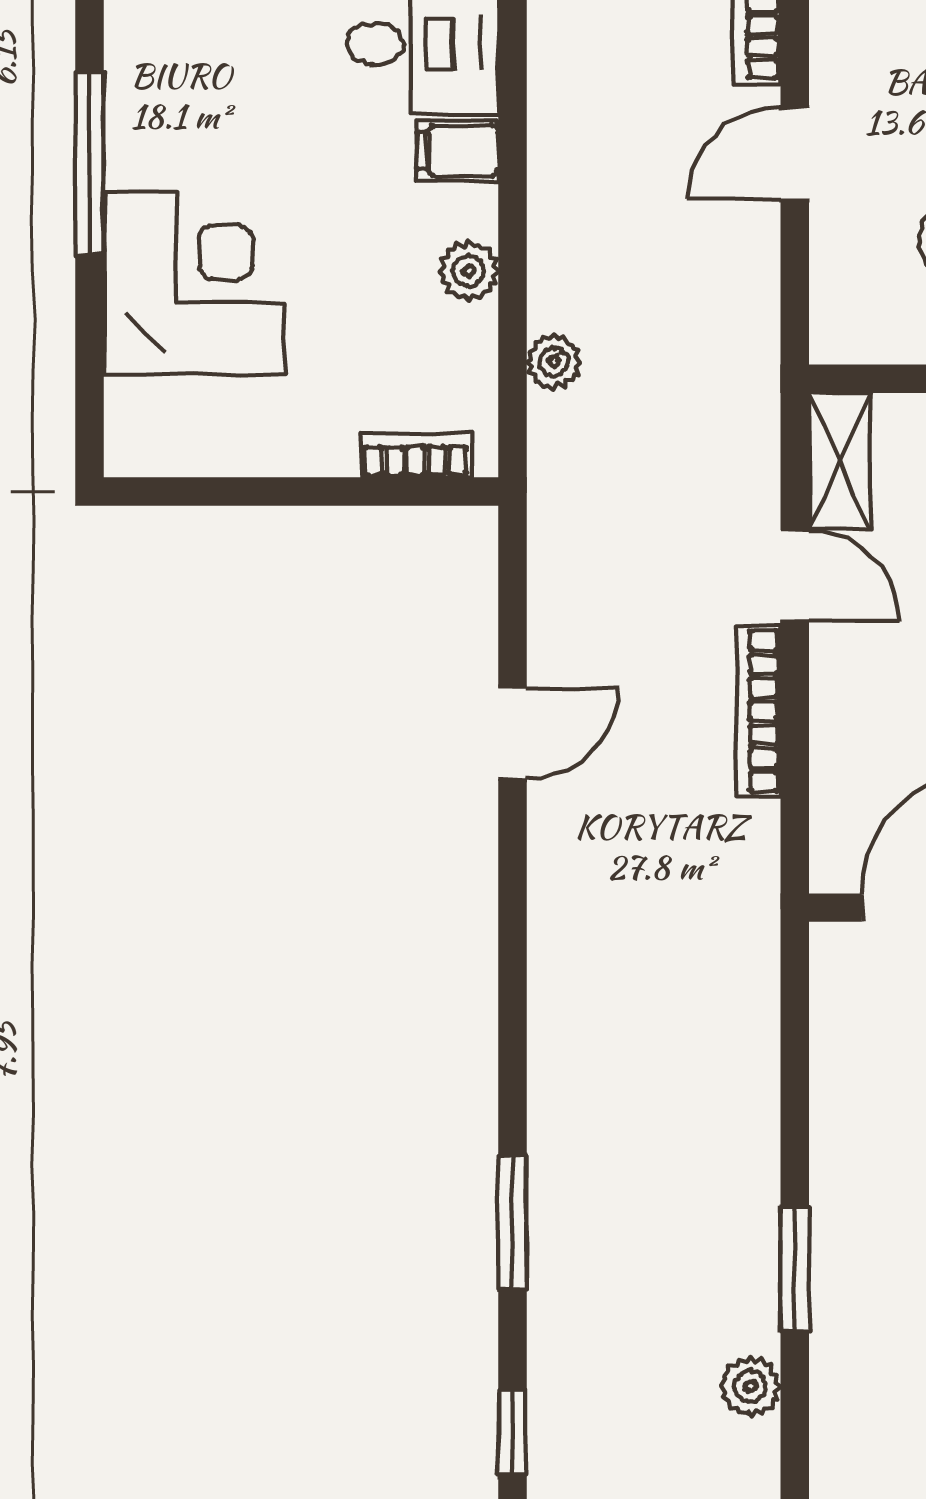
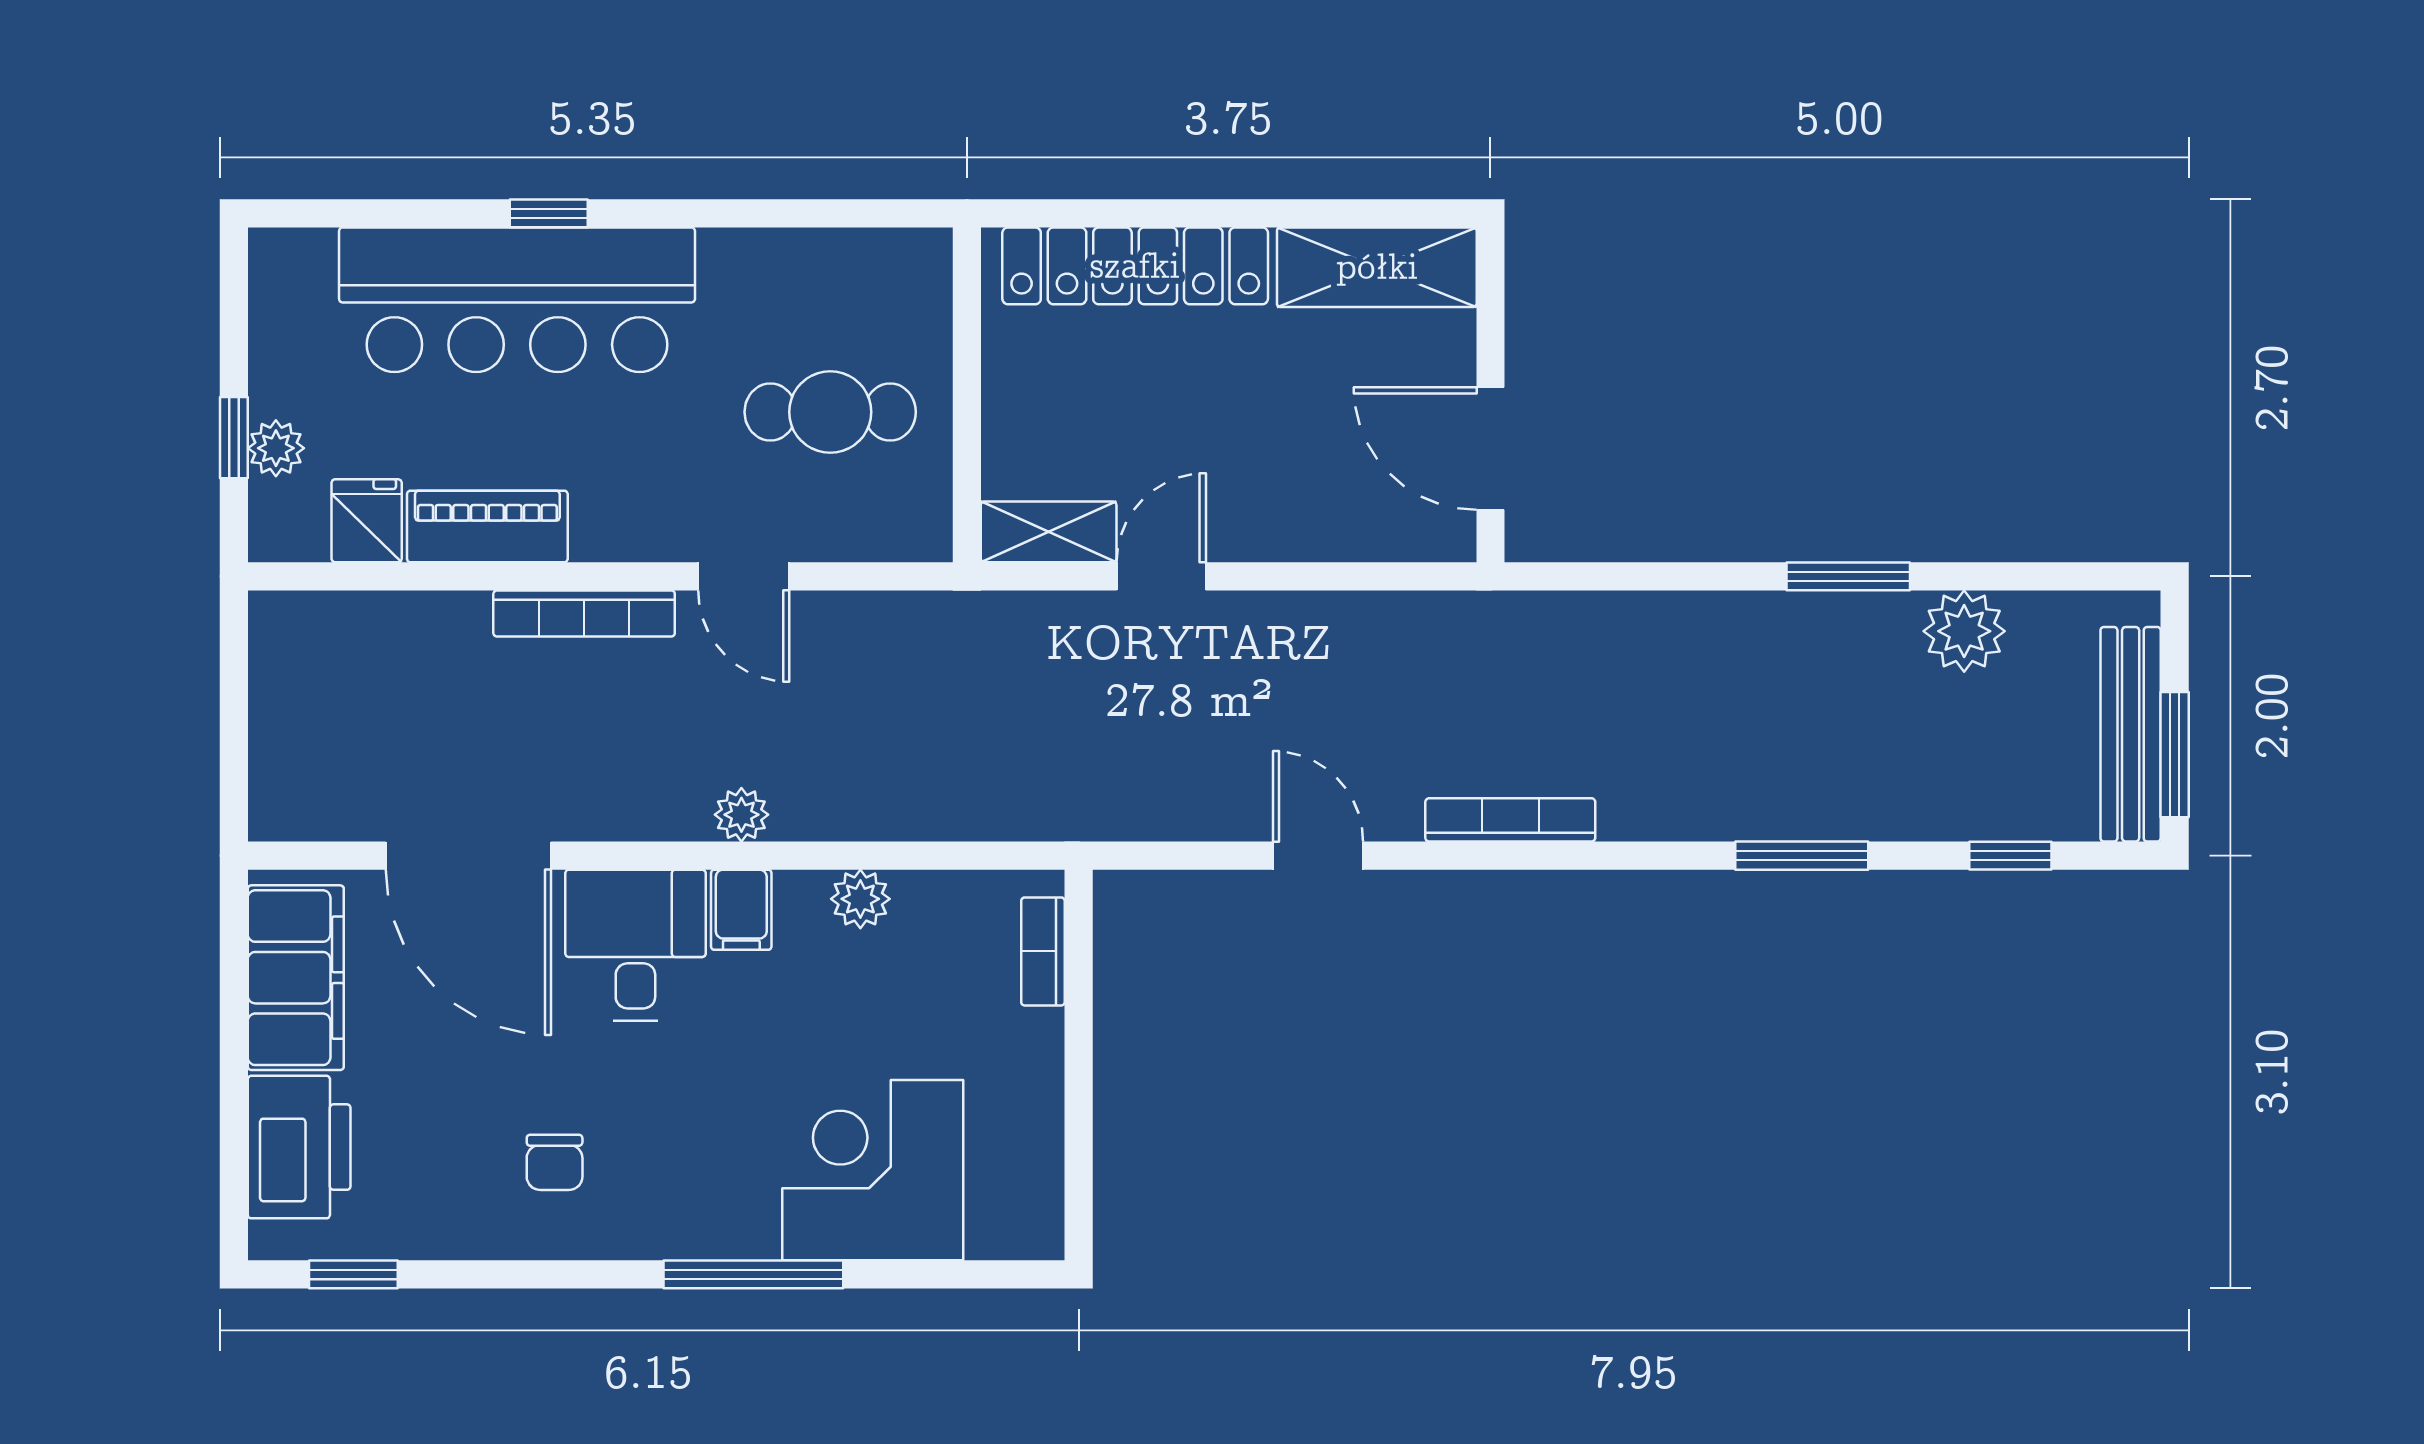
plant: (554, 362) -> (741, 815), moved
bookcase: (759, 711) -> (1510, 820), moved, turned 180
plant: (751, 1386) -> (1964, 631), width x1.38, depth x1.38

